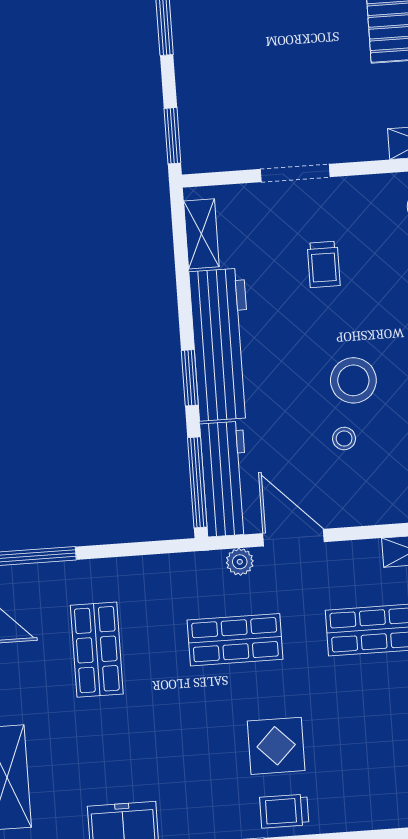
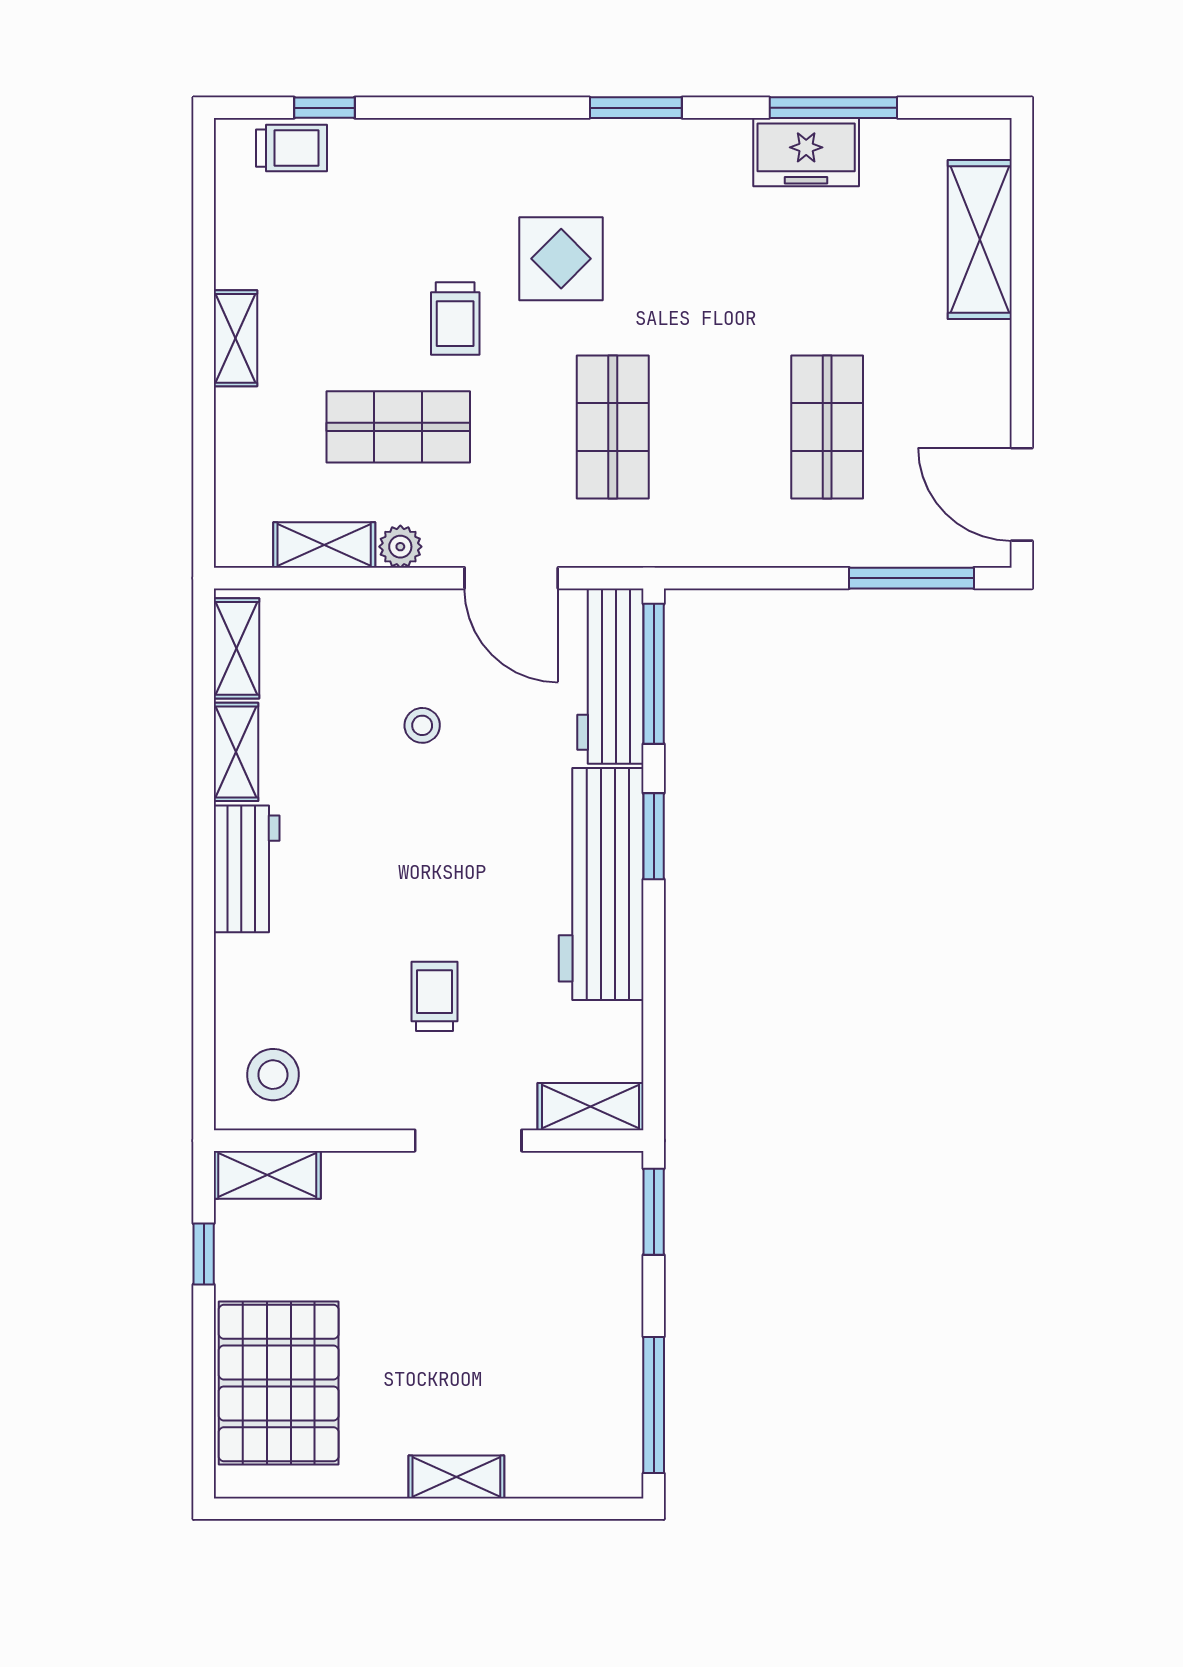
shelving: (201, 234) -> (591, 1107), moved, turned 90
stool: (353, 380) -> (401, 814), removed
plant: (240, 562) -> (400, 547), moved
shop shelf: (235, 640) -> (613, 427), turned 90
trolley: (284, 811) -> (455, 319), moved, turned 90

